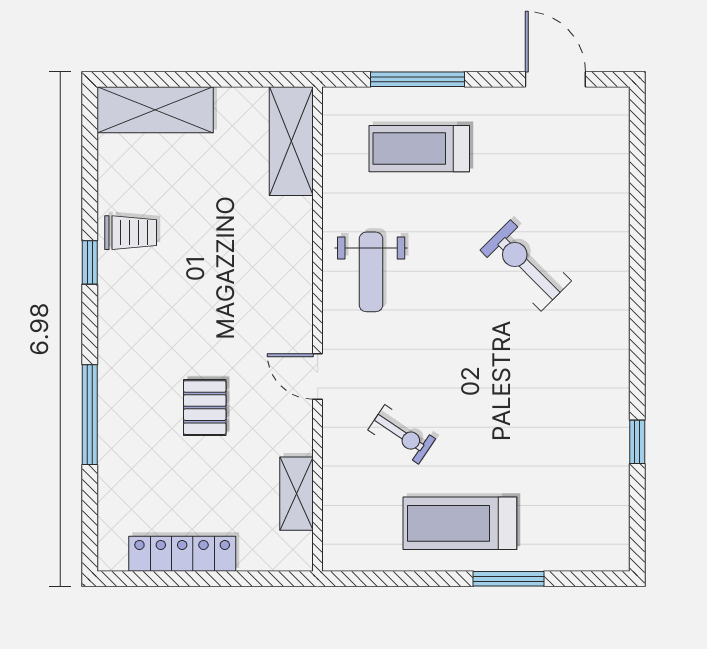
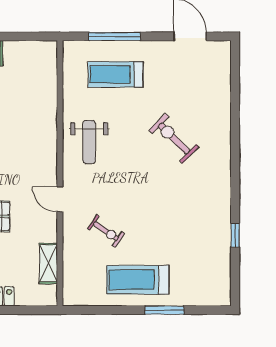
shelving: (291, 141) -> (45, 70), removed

